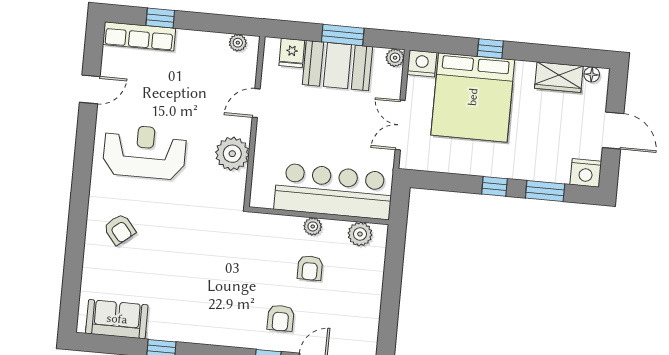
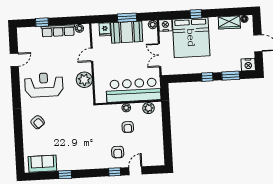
row of seats: (139, 36) -> (58, 31), moved

